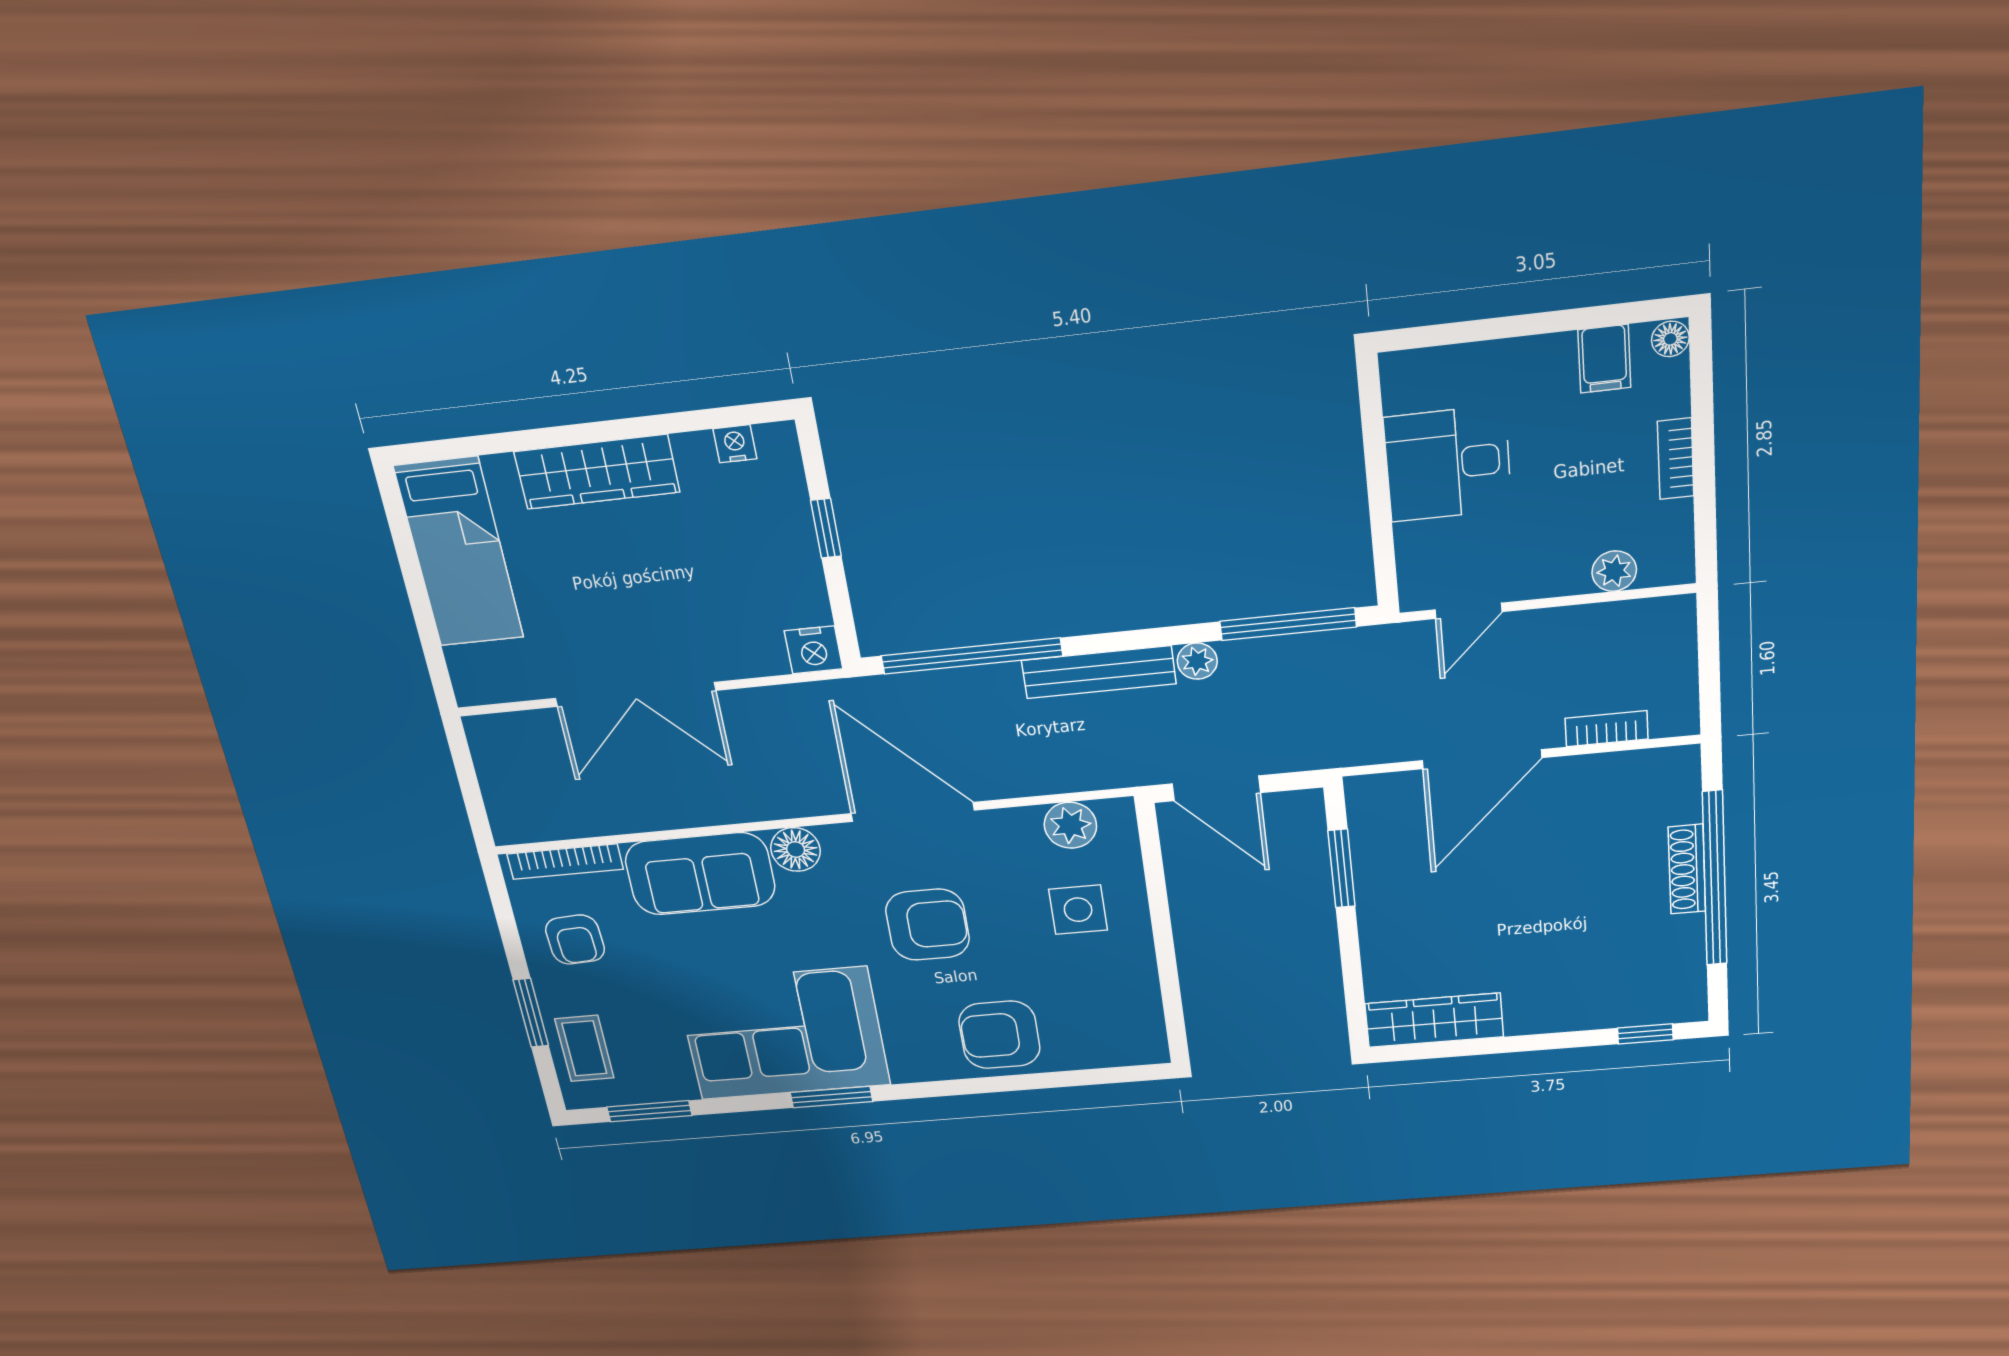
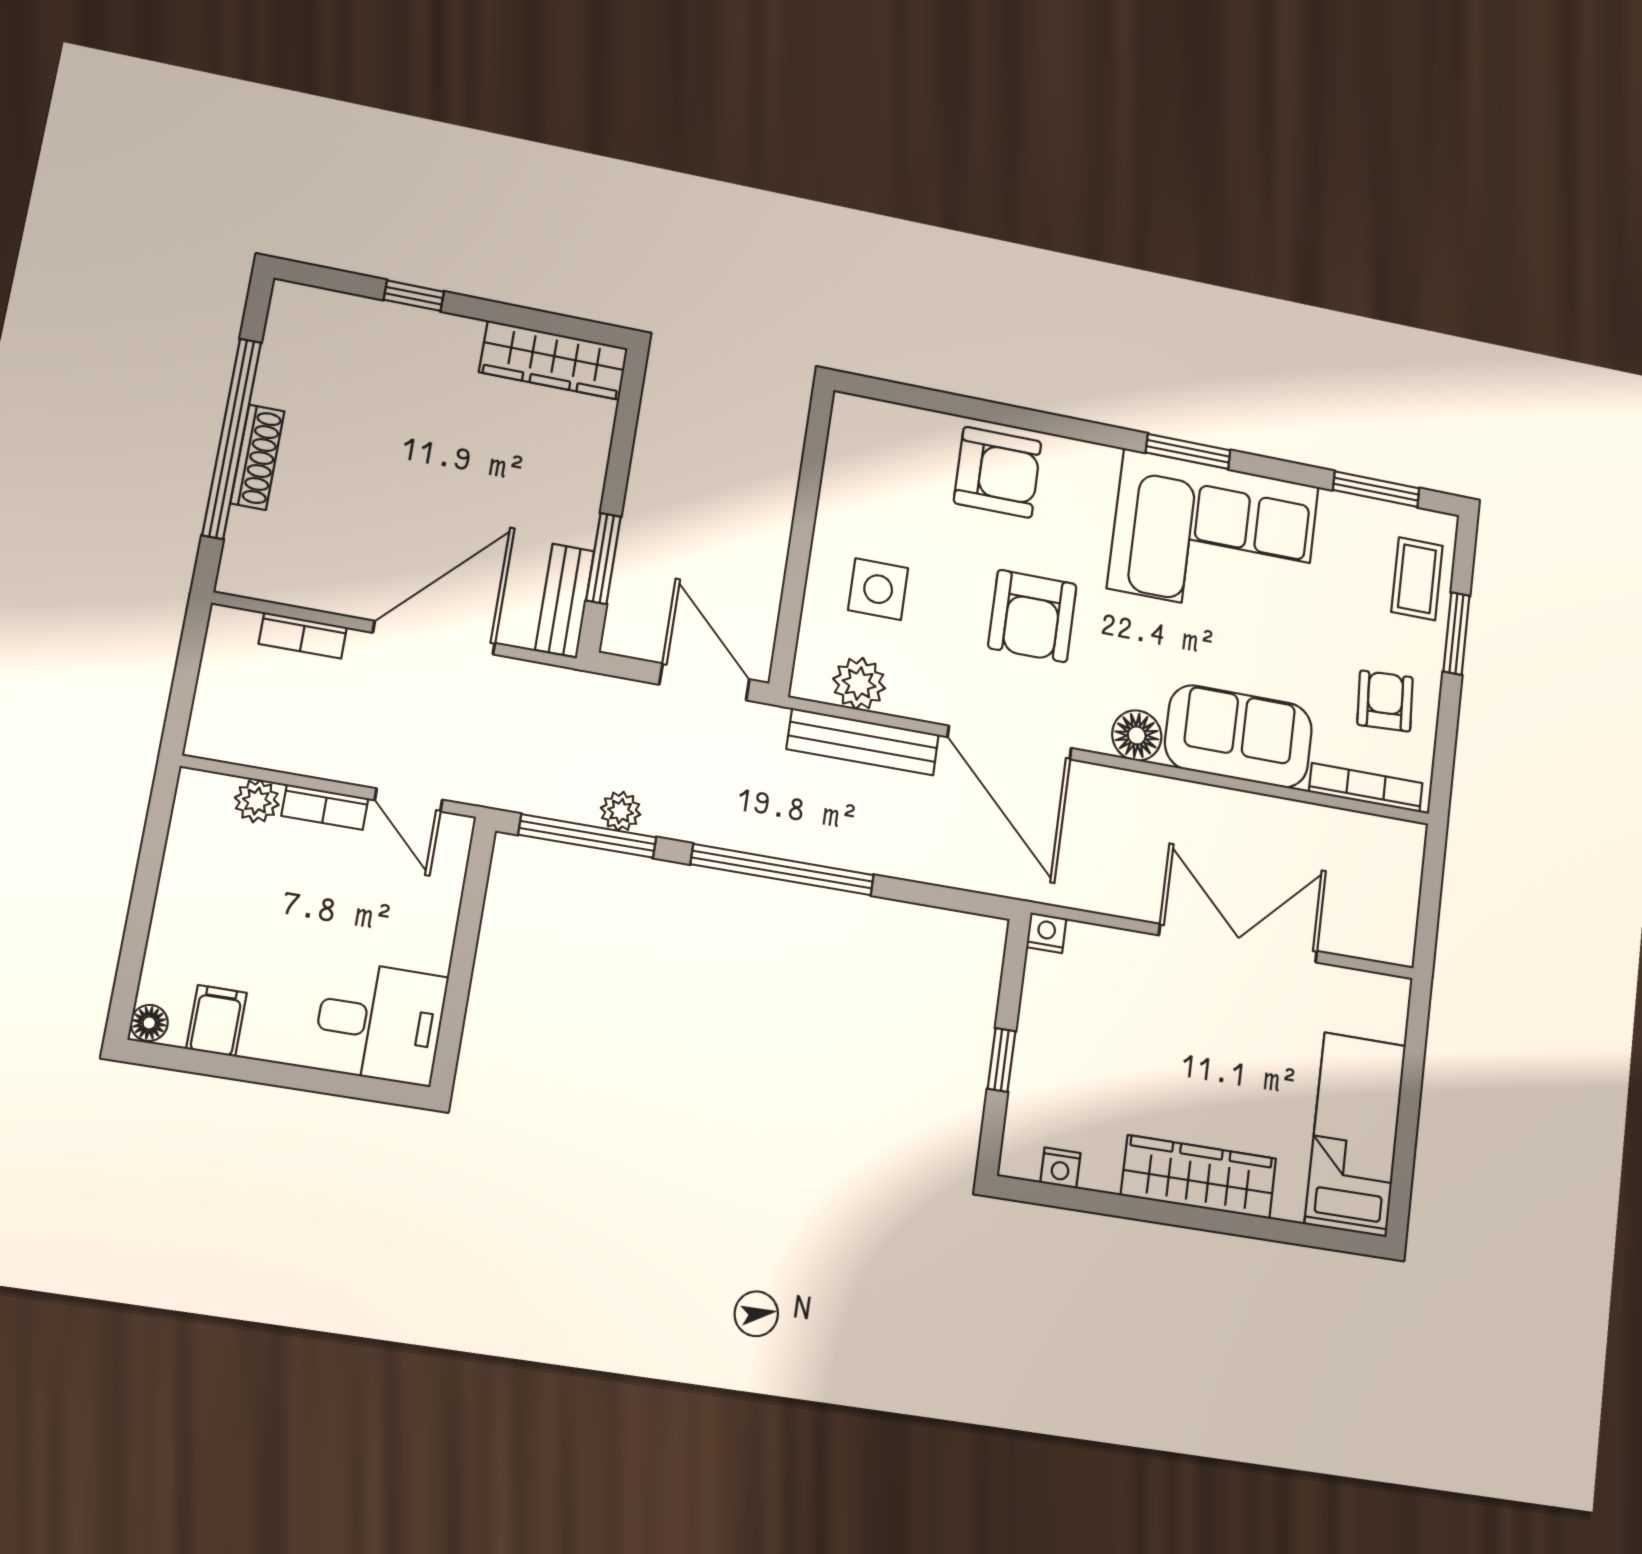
bookcase: (1676, 459) -> (325, 807), moved, turned 90
desk: (1448, 464) -> (380, 1023), moved
door: (1468, 611) -> (408, 800), swing flipped
nightstand: (814, 650) -> (1046, 933), width x0.72, depth x0.74
window: (972, 656) -> (782, 870), moved
plant: (1197, 661) -> (621, 811), moved
bench: (1099, 672) -> (863, 742), moved
bench: (1368, 824) -> (565, 600), added
armchair: (928, 925) -> (1032, 616), turned -90
window: (1645, 1034) -> (414, 296), moved

